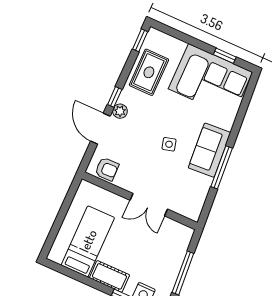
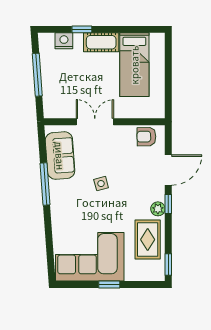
window: (225, 56) -> (109, 285), moved
plant: (120, 111) -> (158, 209), moved
door: (100, 129) -> (168, 170), hinge flipped
sofa: (209, 150) -> (60, 156), moved

